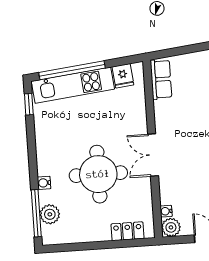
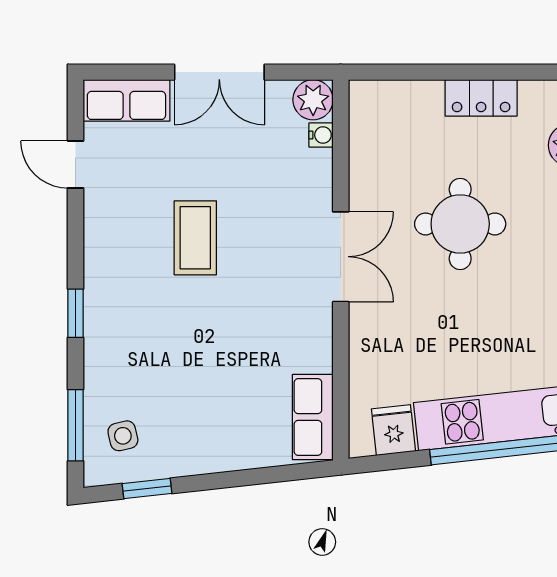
round table: (98, 174) -> (460, 224), width x0.73, depth x0.73
locker: (128, 231) -> (481, 98), moved

